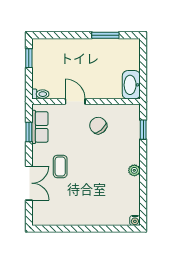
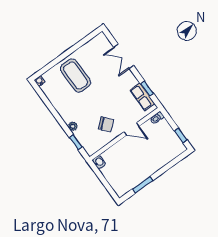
washbasin: (131, 85) -> (99, 162), width x0.52, depth x0.69
coffee table: (60, 166) -> (76, 75), moved, width x1.86, depth x1.72
plant: (134, 170) -> (73, 126), moved

